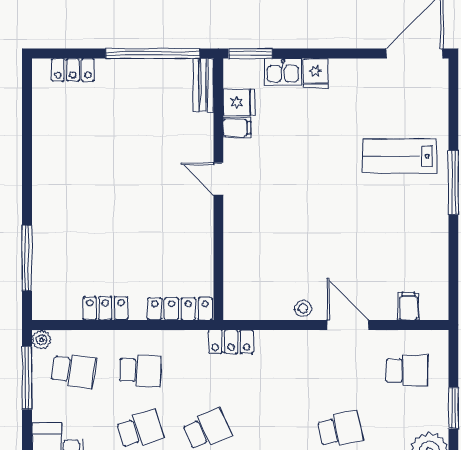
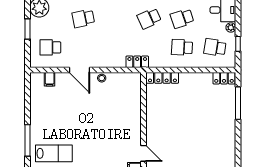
door: (218, 179) -> (143, 153), moved
locker: (105, 308) -> (224, 78), moved
plant: (41, 340) -> (231, 28), moved
window: (27, 378) -> (238, 44), width x0.46

